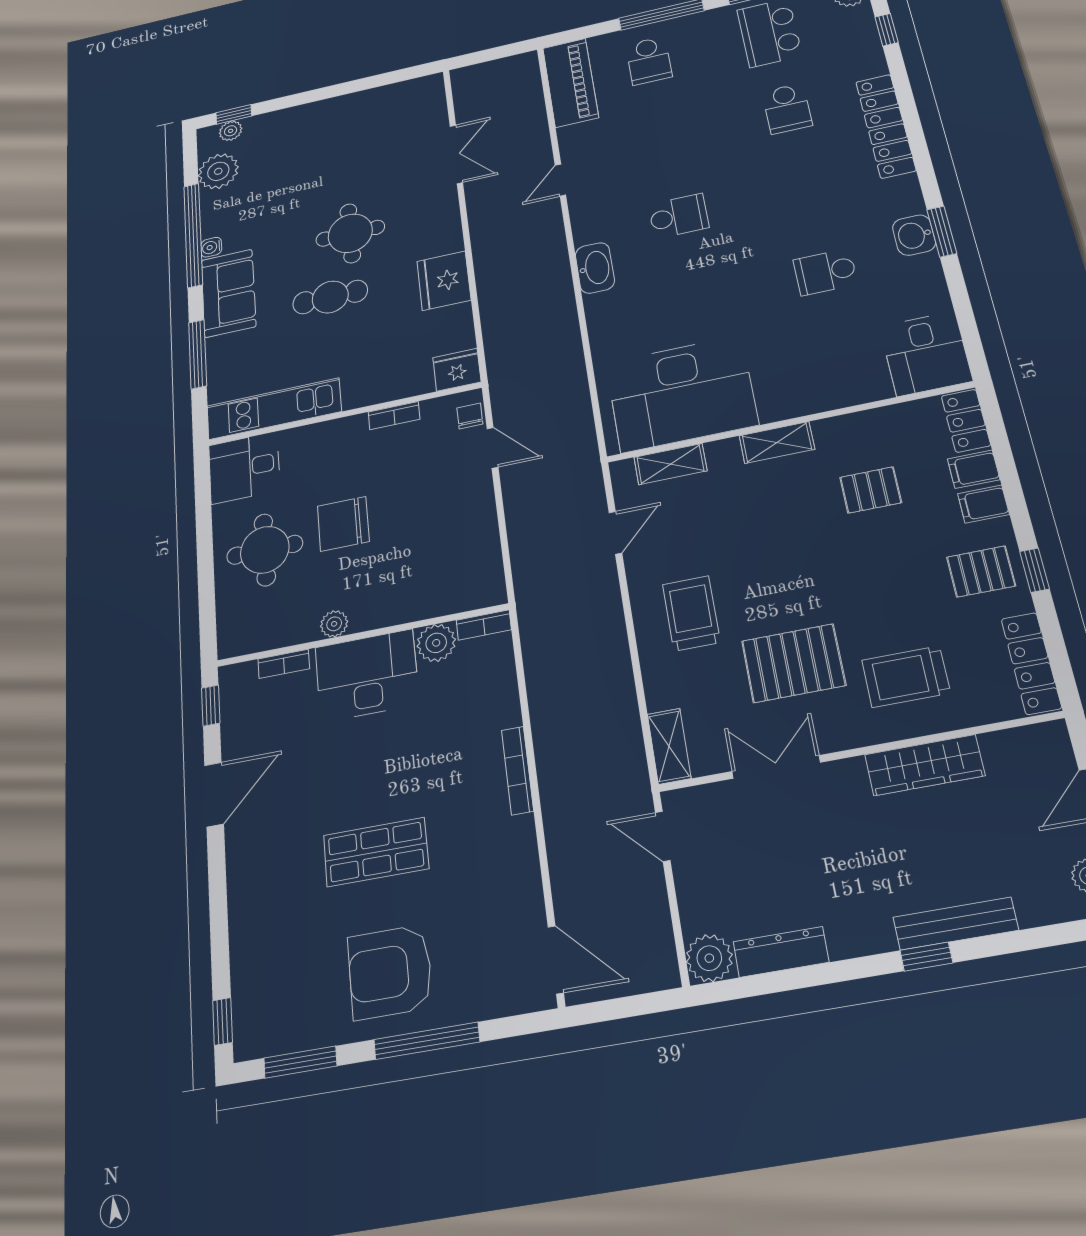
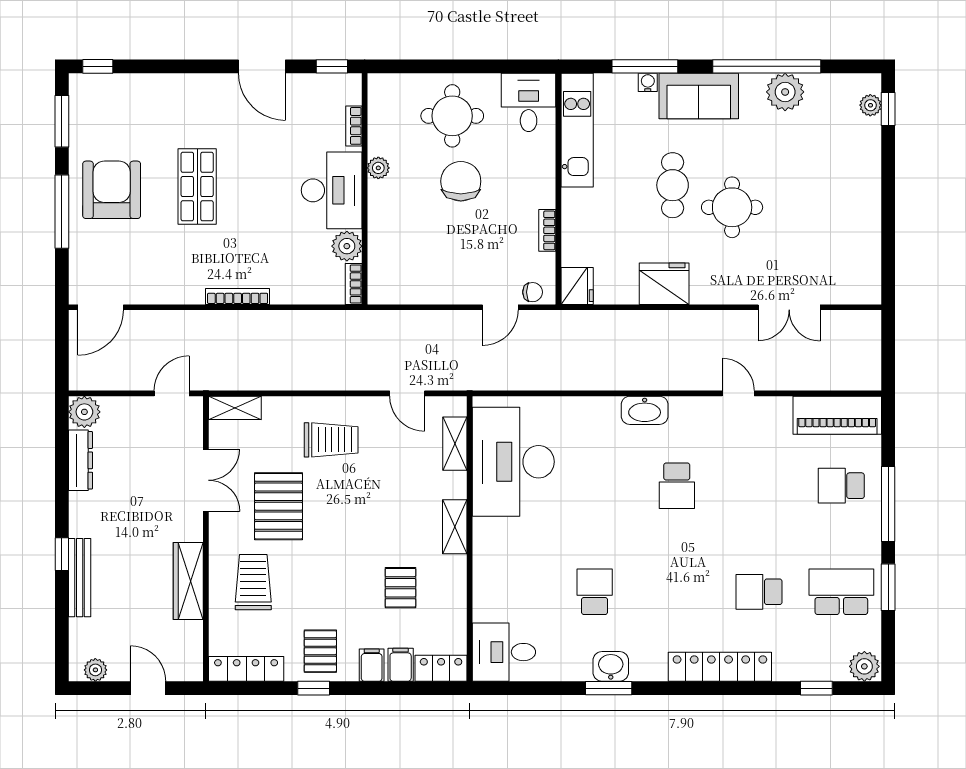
plant: (218, 171) -> (785, 92), moved
water cooler: (211, 247) -> (648, 82), moved

